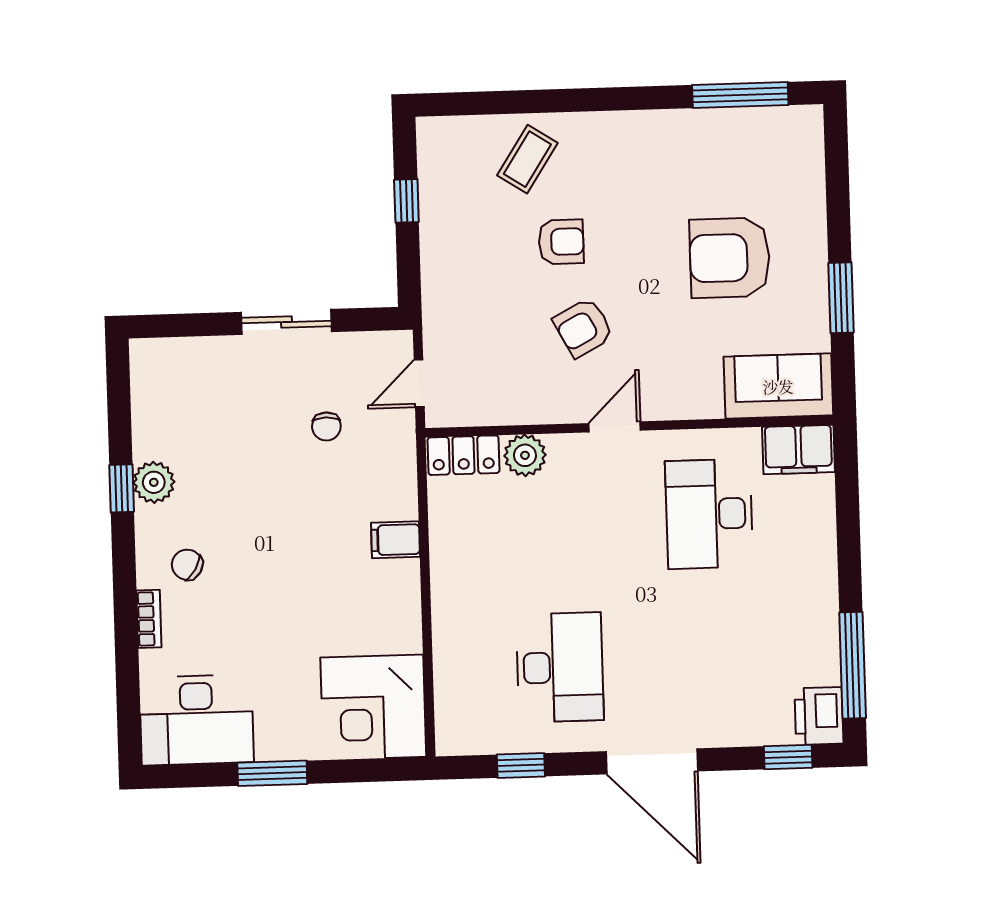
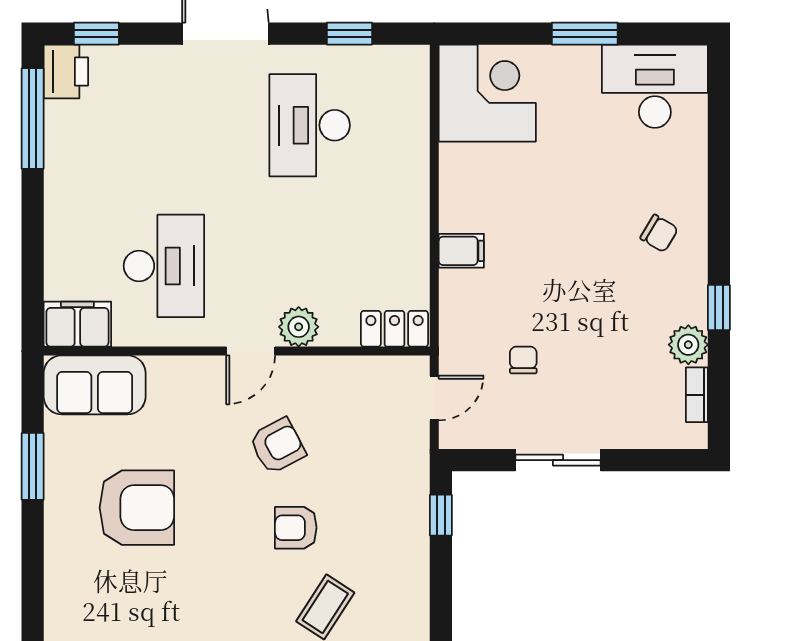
window: (406, 201) -> (441, 515), moved
plant: (525, 455) -> (299, 327), moved
plant: (154, 482) -> (688, 345), moved
bookcase: (149, 619) -> (697, 395), moved

